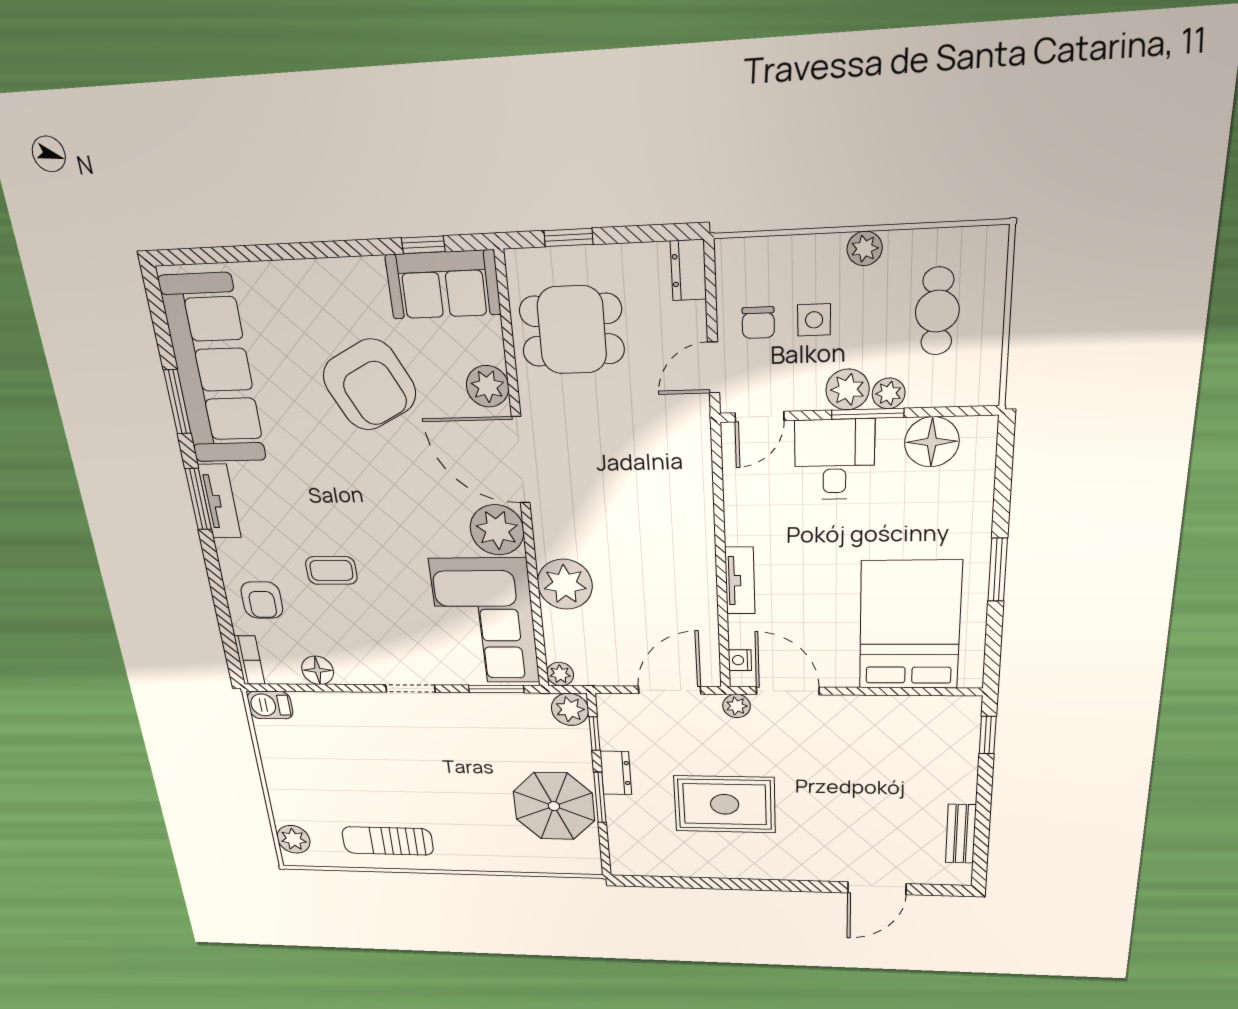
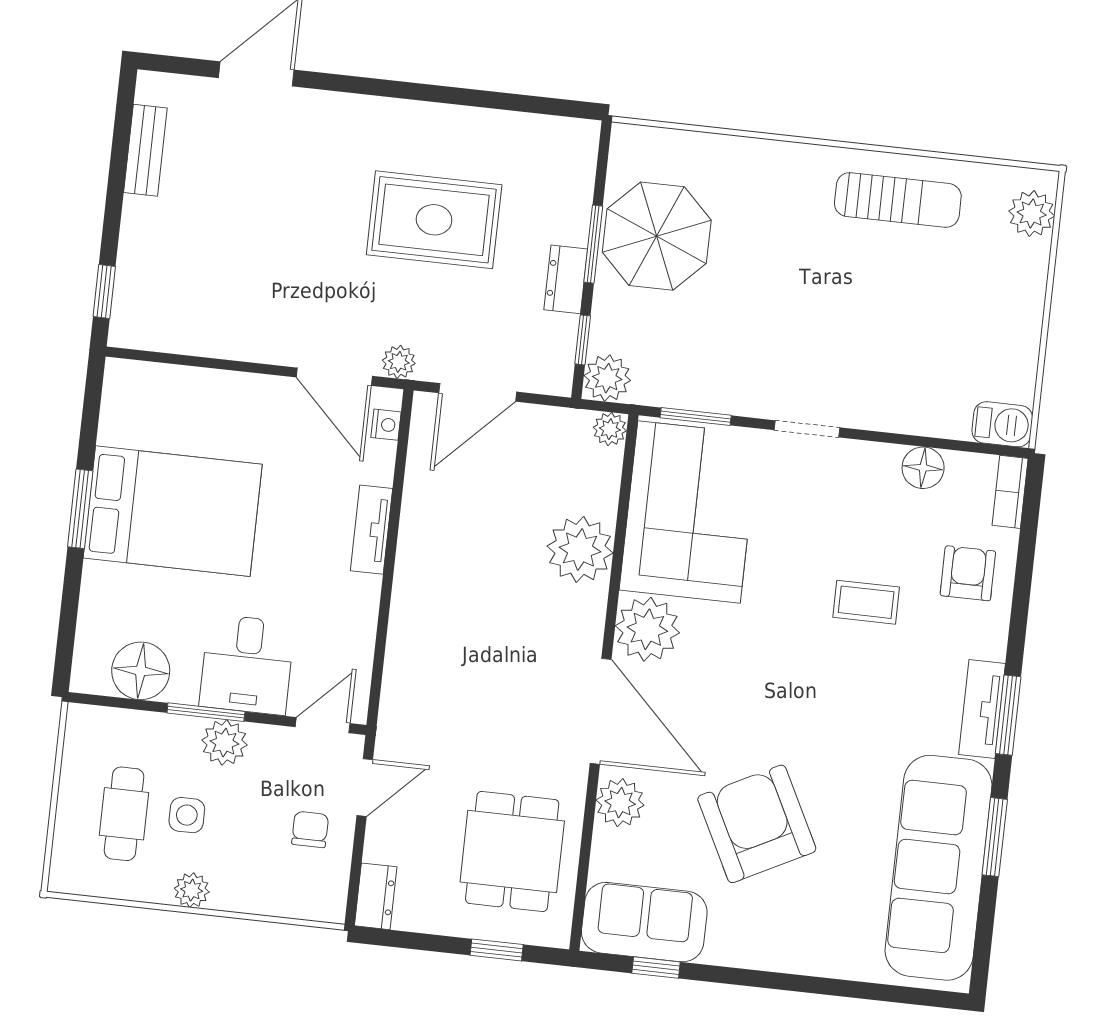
side table: (814, 320) -> (187, 815), moved
dining table: (572, 330) -> (512, 851), turned 90
plant: (889, 393) -> (182, 732), removed
bed: (910, 625) -> (173, 511), moved, turned -90

